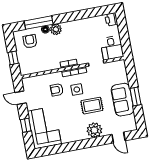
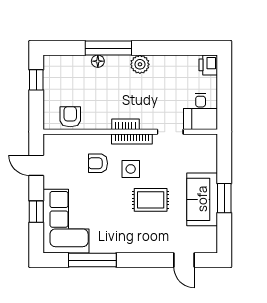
window: (39, 23) -> (108, 48), moved
plant: (56, 29) -> (140, 64), moved
armchair: (30, 41) -> (70, 117), moved
window: (13, 58) -> (36, 80), moved
plant: (94, 130) -> (147, 241), removed
window: (64, 148) -> (92, 260), added

